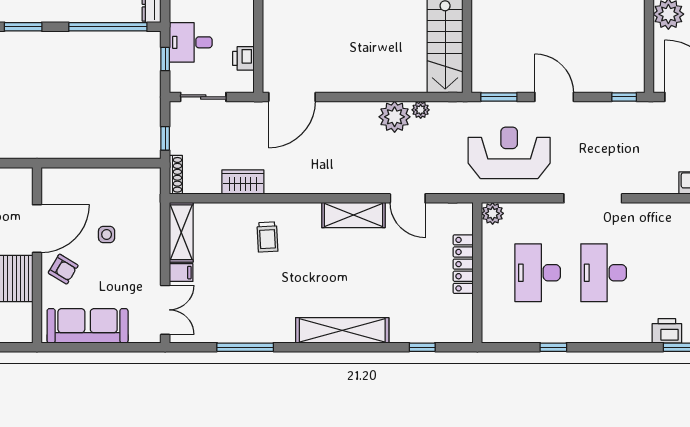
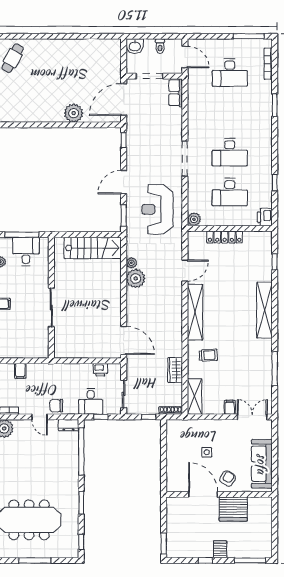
shelving: (353, 215) -> (195, 312), width x1.47
shelving: (181, 232) -> (195, 397), moved, turned 90
printer: (667, 331) -> (265, 217), moved

